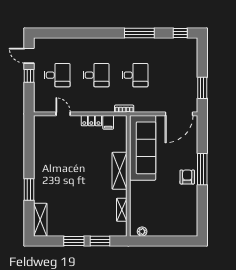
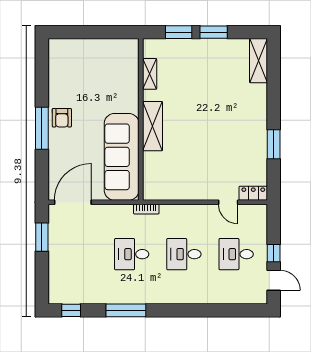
locker: (91, 121) -> (253, 193), moved
filing cabinet: (108, 122) -> (168, 191), removed
window: (29, 190) -> (274, 144), moved
plant: (142, 232) -> (122, 45), removed

